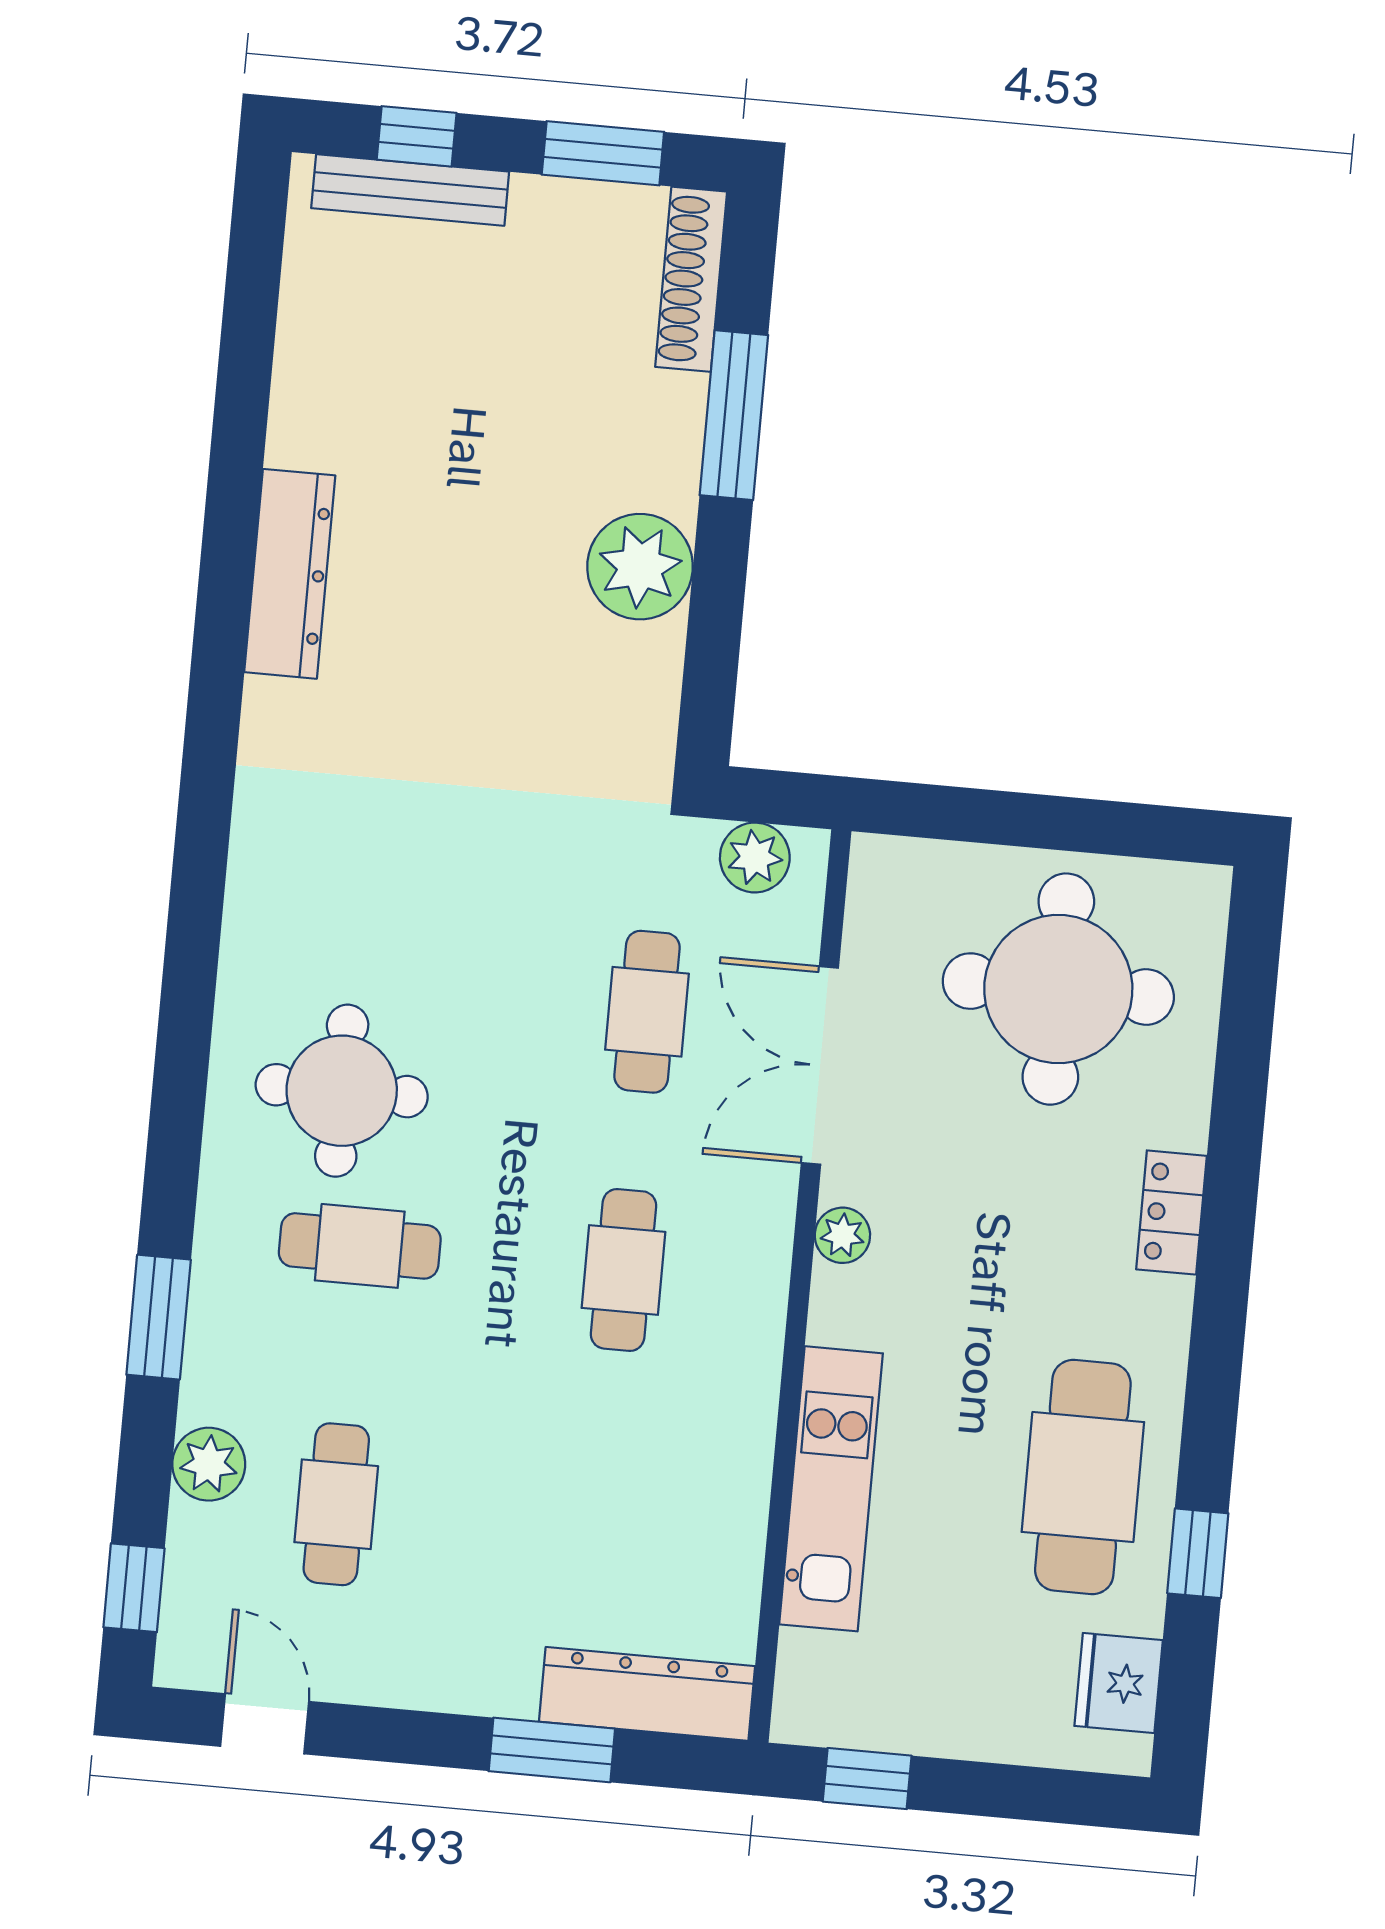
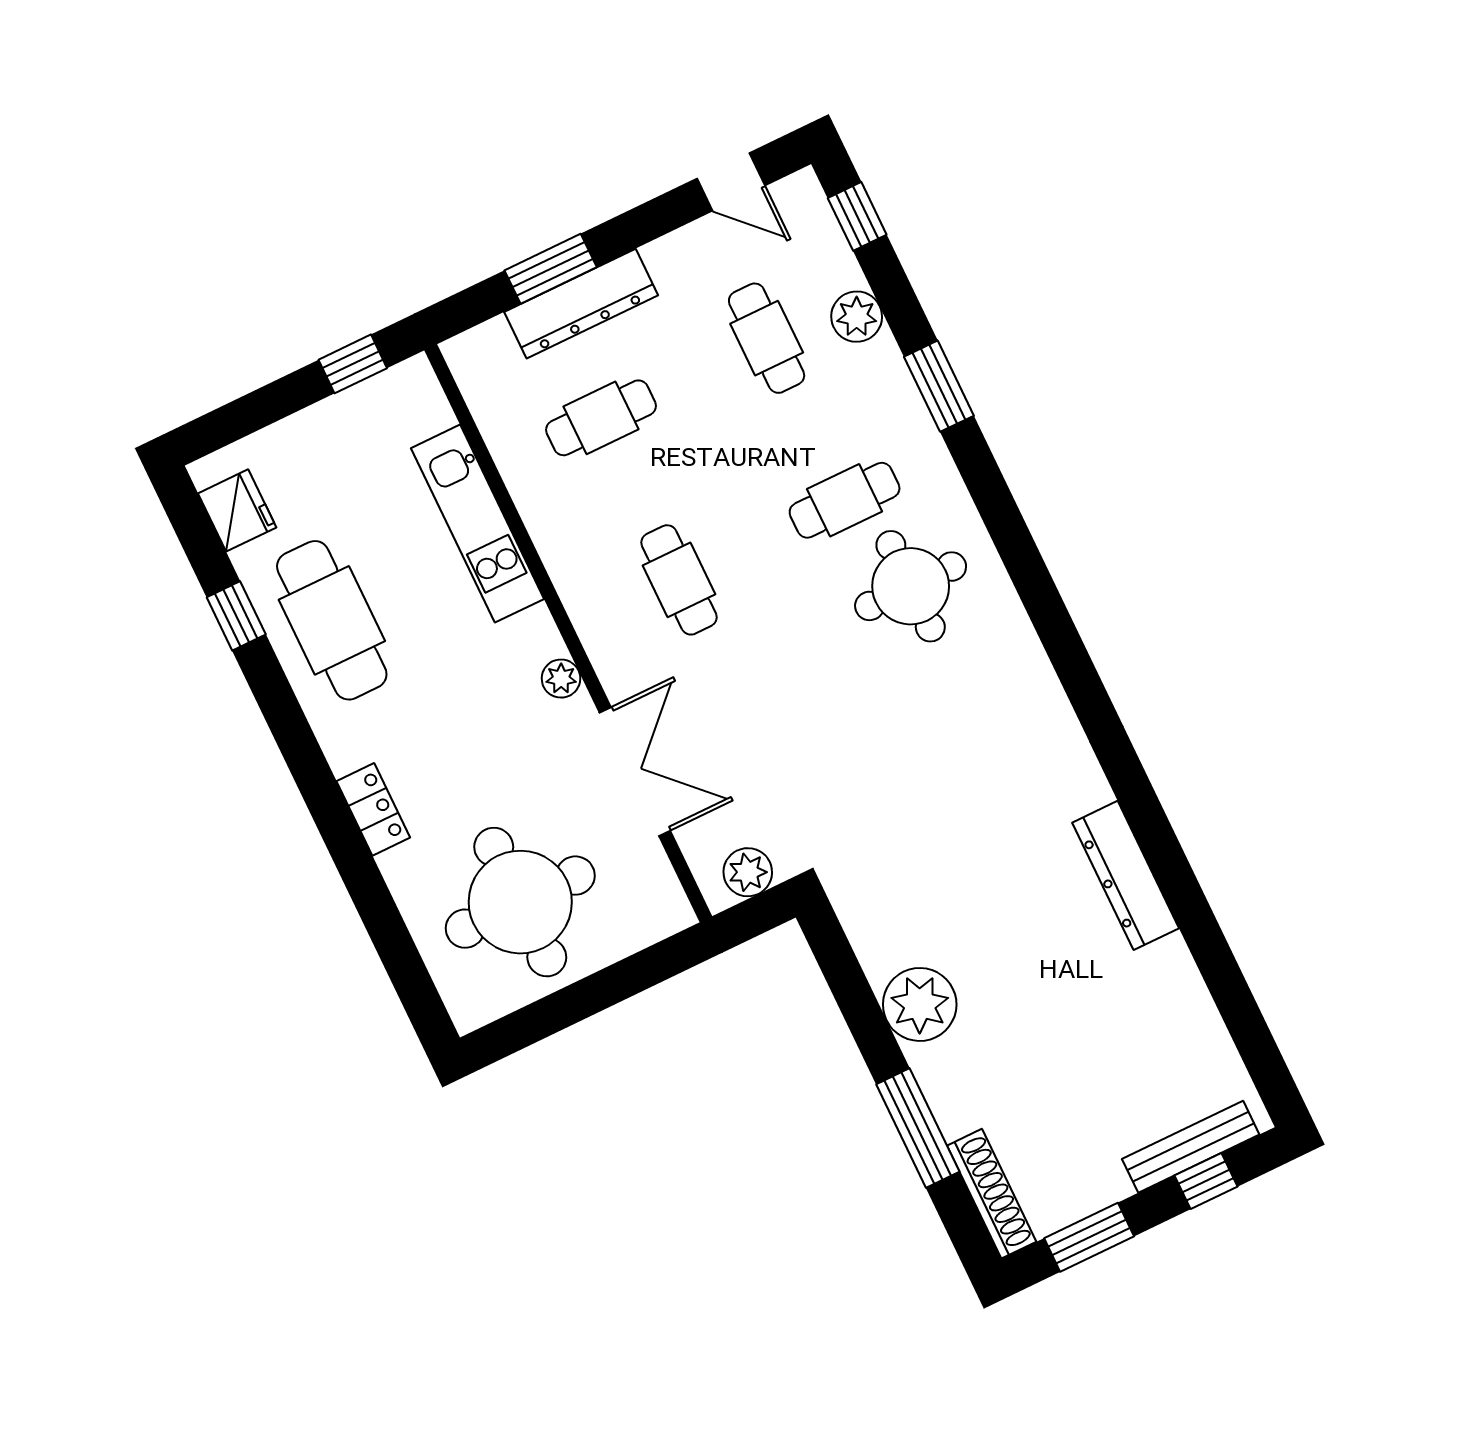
cafe table: (647, 1012) -> (601, 418), moved, turned 90
dresser: (647, 1694) -> (581, 304), moved

